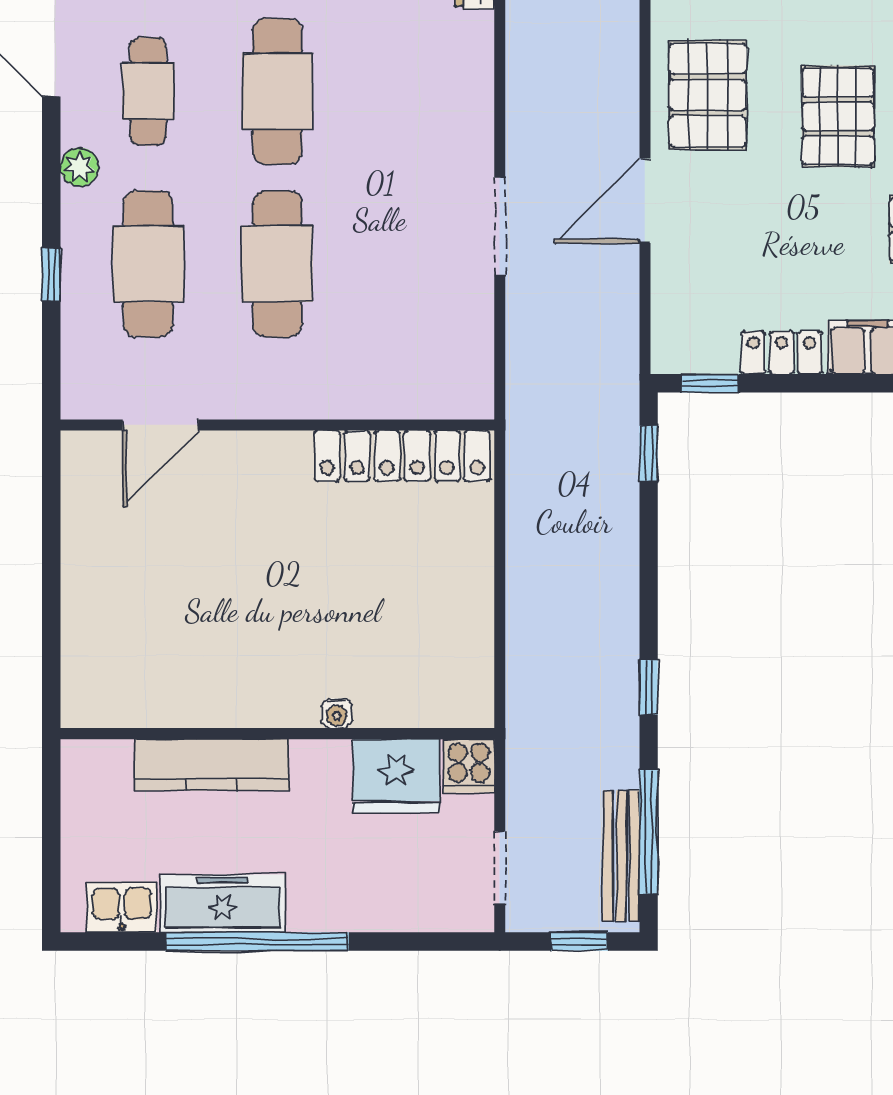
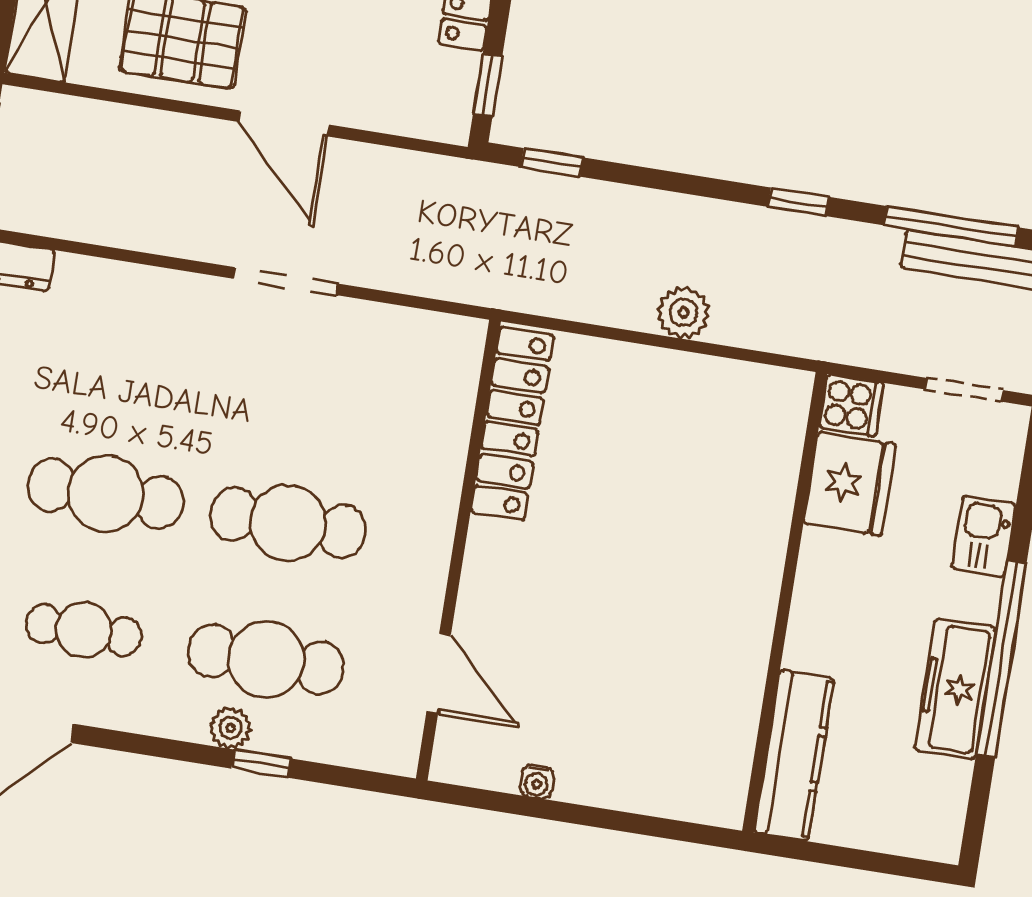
plant: (80, 167) -> (230, 728), moved
plant: (529, 597) -> (684, 313), added
water cooler: (337, 713) -> (537, 782), moved, turned 90
kitchen counter: (212, 765) -> (794, 755), moved
kitchen sink: (122, 907) -> (984, 536), moved

